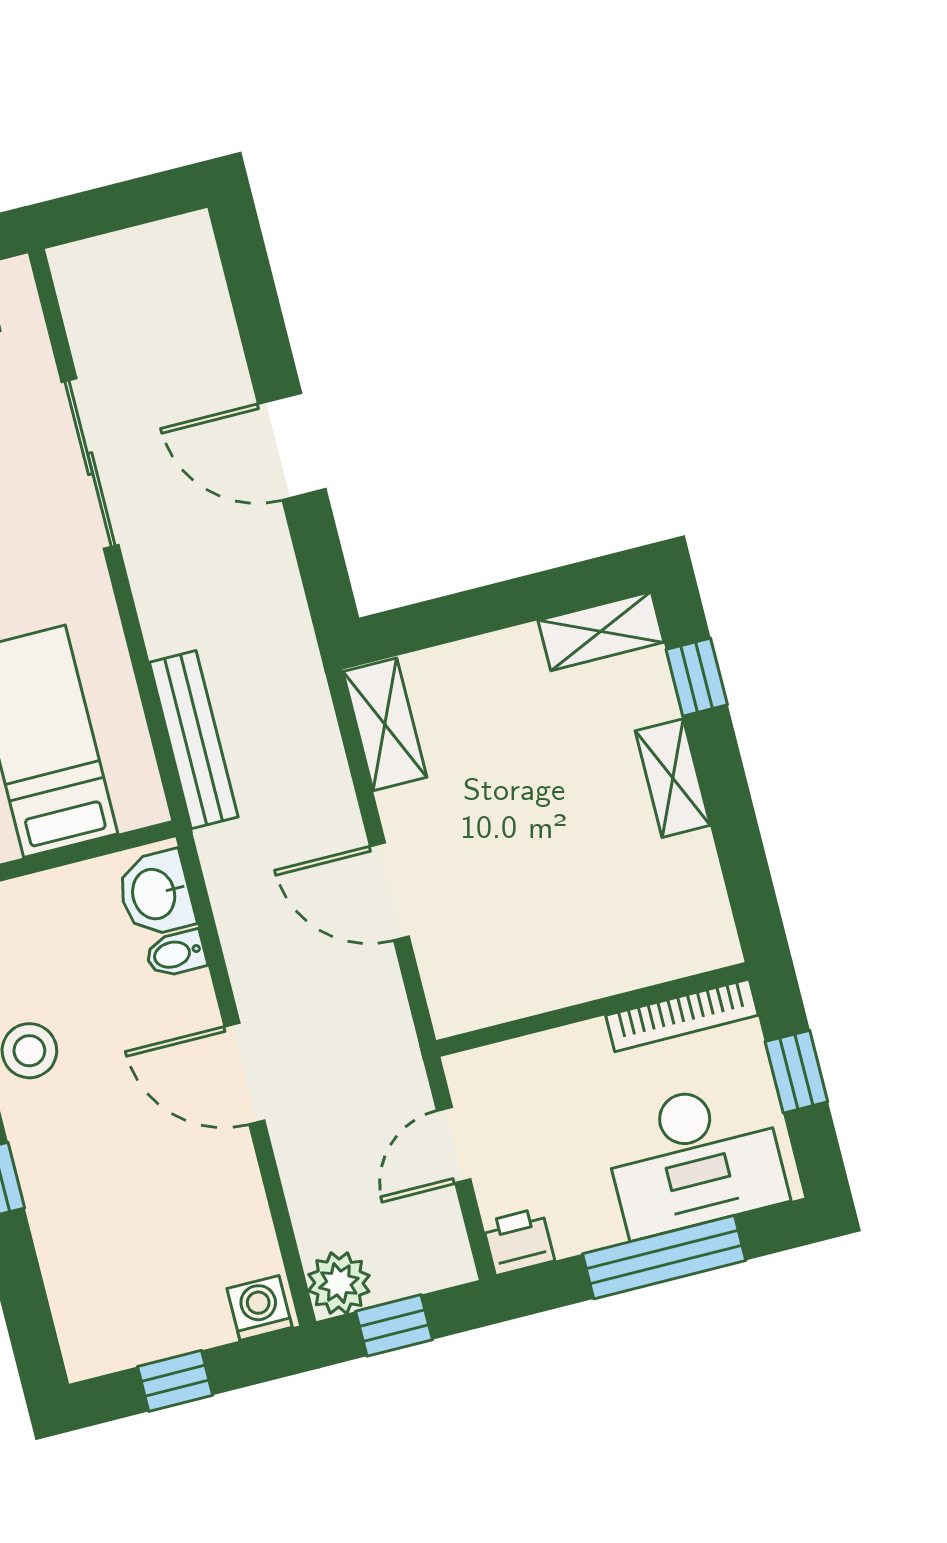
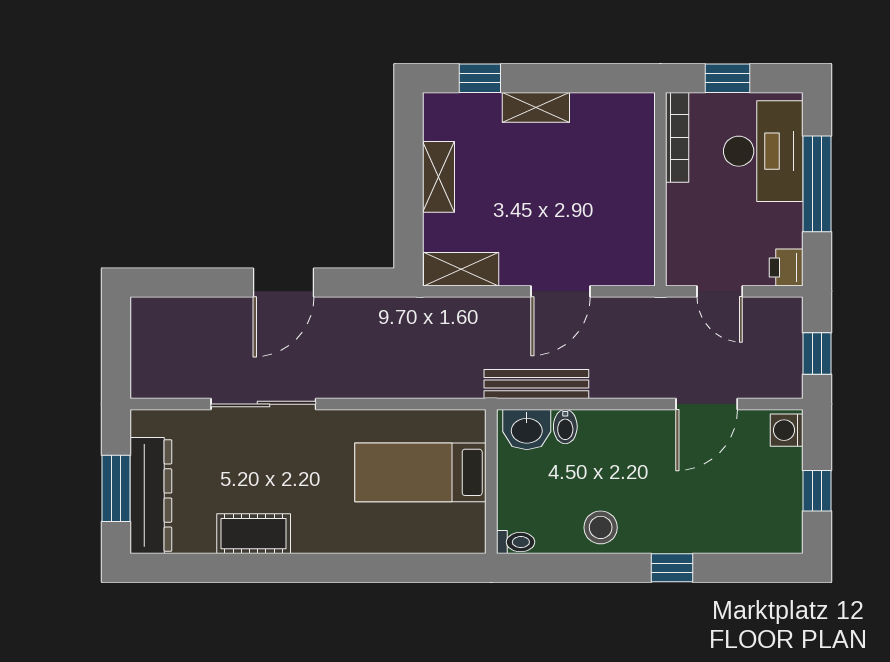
shelving: (601, 631) -> (439, 177), moved
bench: (194, 740) -> (536, 384), moved
door: (244, 1074) -> (707, 404), moved
plant: (339, 1283) -> (784, 380), removed

